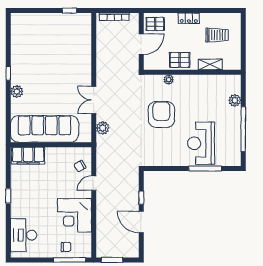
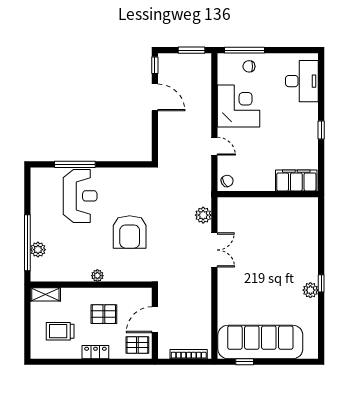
pallet: (180, 60) -> (104, 314), moved
shelving: (210, 65) -> (45, 294), moved
plant: (169, 80) -> (97, 276), moved
plant: (17, 91) -> (310, 290), moved
sofa: (45, 129) -> (260, 342), moved, turned 180
window: (243, 129) -> (27, 243), moved
chair: (80, 166) -> (227, 181), moved
door: (94, 183) -> (214, 146), hinge flipped
window: (141, 198) -> (155, 65), moved

